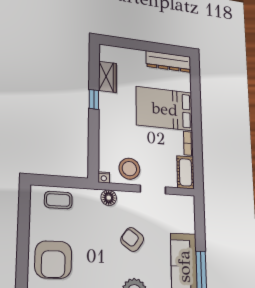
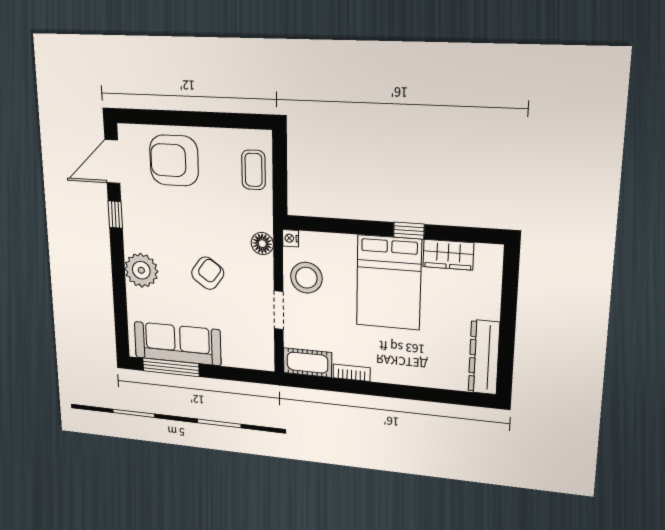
bed: (165, 109) -> (389, 283), moved, turned 180

